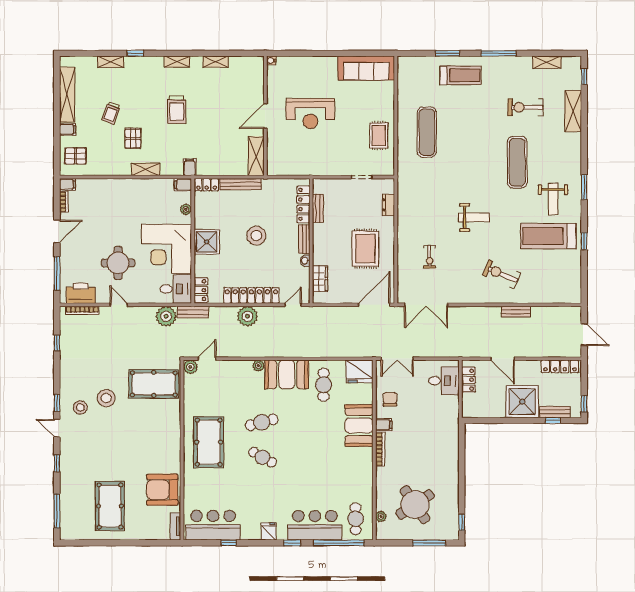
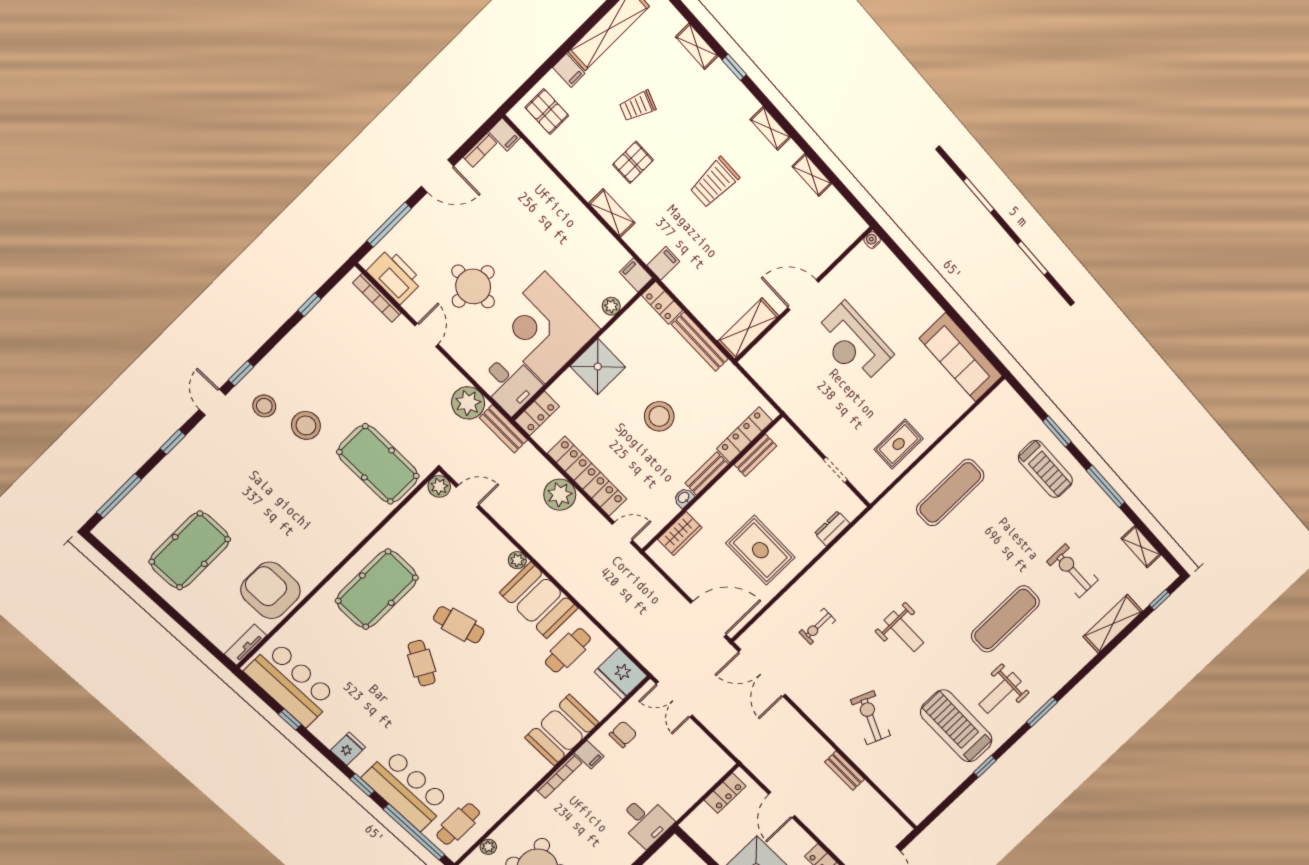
rug: (365, 249) -> (760, 550), turned 90
desk: (444, 381) -> (646, 821), moved

